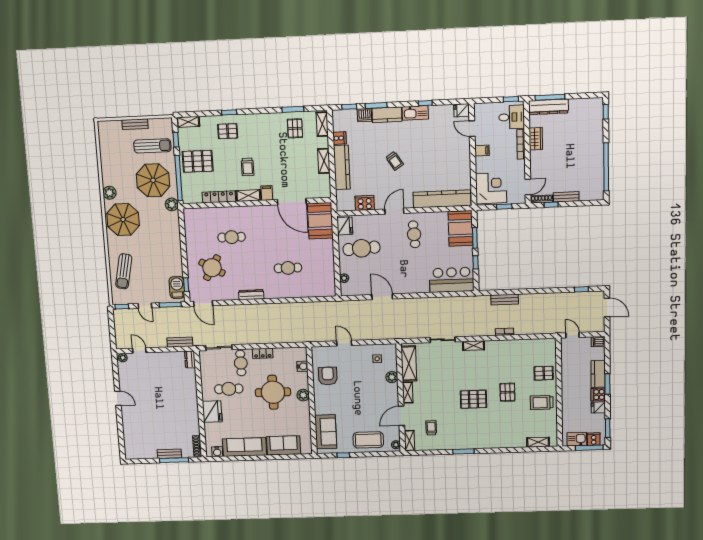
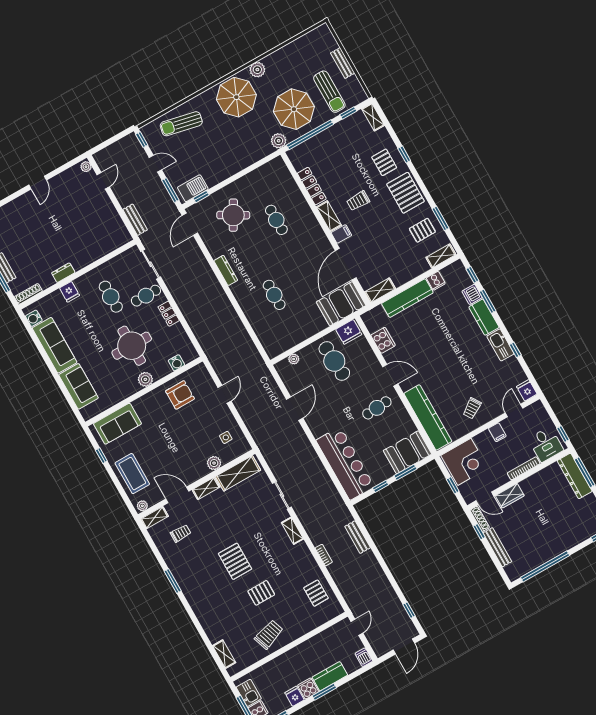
wardrobe: (536, 139) -> (510, 496), moved
pallet: (198, 161) -> (405, 193), moved
shelving: (324, 161) -> (380, 290), moved
trolley: (395, 161) -> (472, 408), moved
bench: (566, 197) -> (497, 547), width x1.36
bar counter: (452, 280) -> (345, 463), width x1.36
door: (145, 306) -> (155, 164), swing flipped
dresser: (190, 359) -> (63, 273), moved
pallet: (544, 373) -> (316, 593), moved
trolley: (542, 403) -> (269, 634), turned 71
fridge: (212, 411) -> (69, 292), width x0.53, depth x0.75

